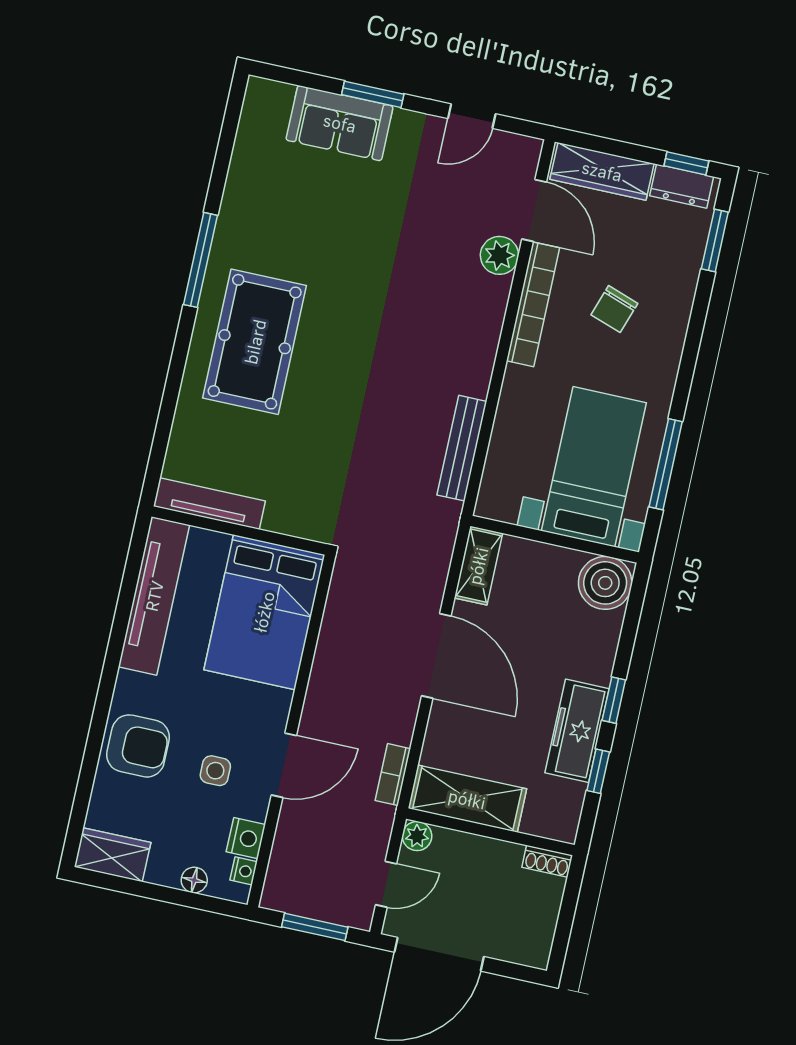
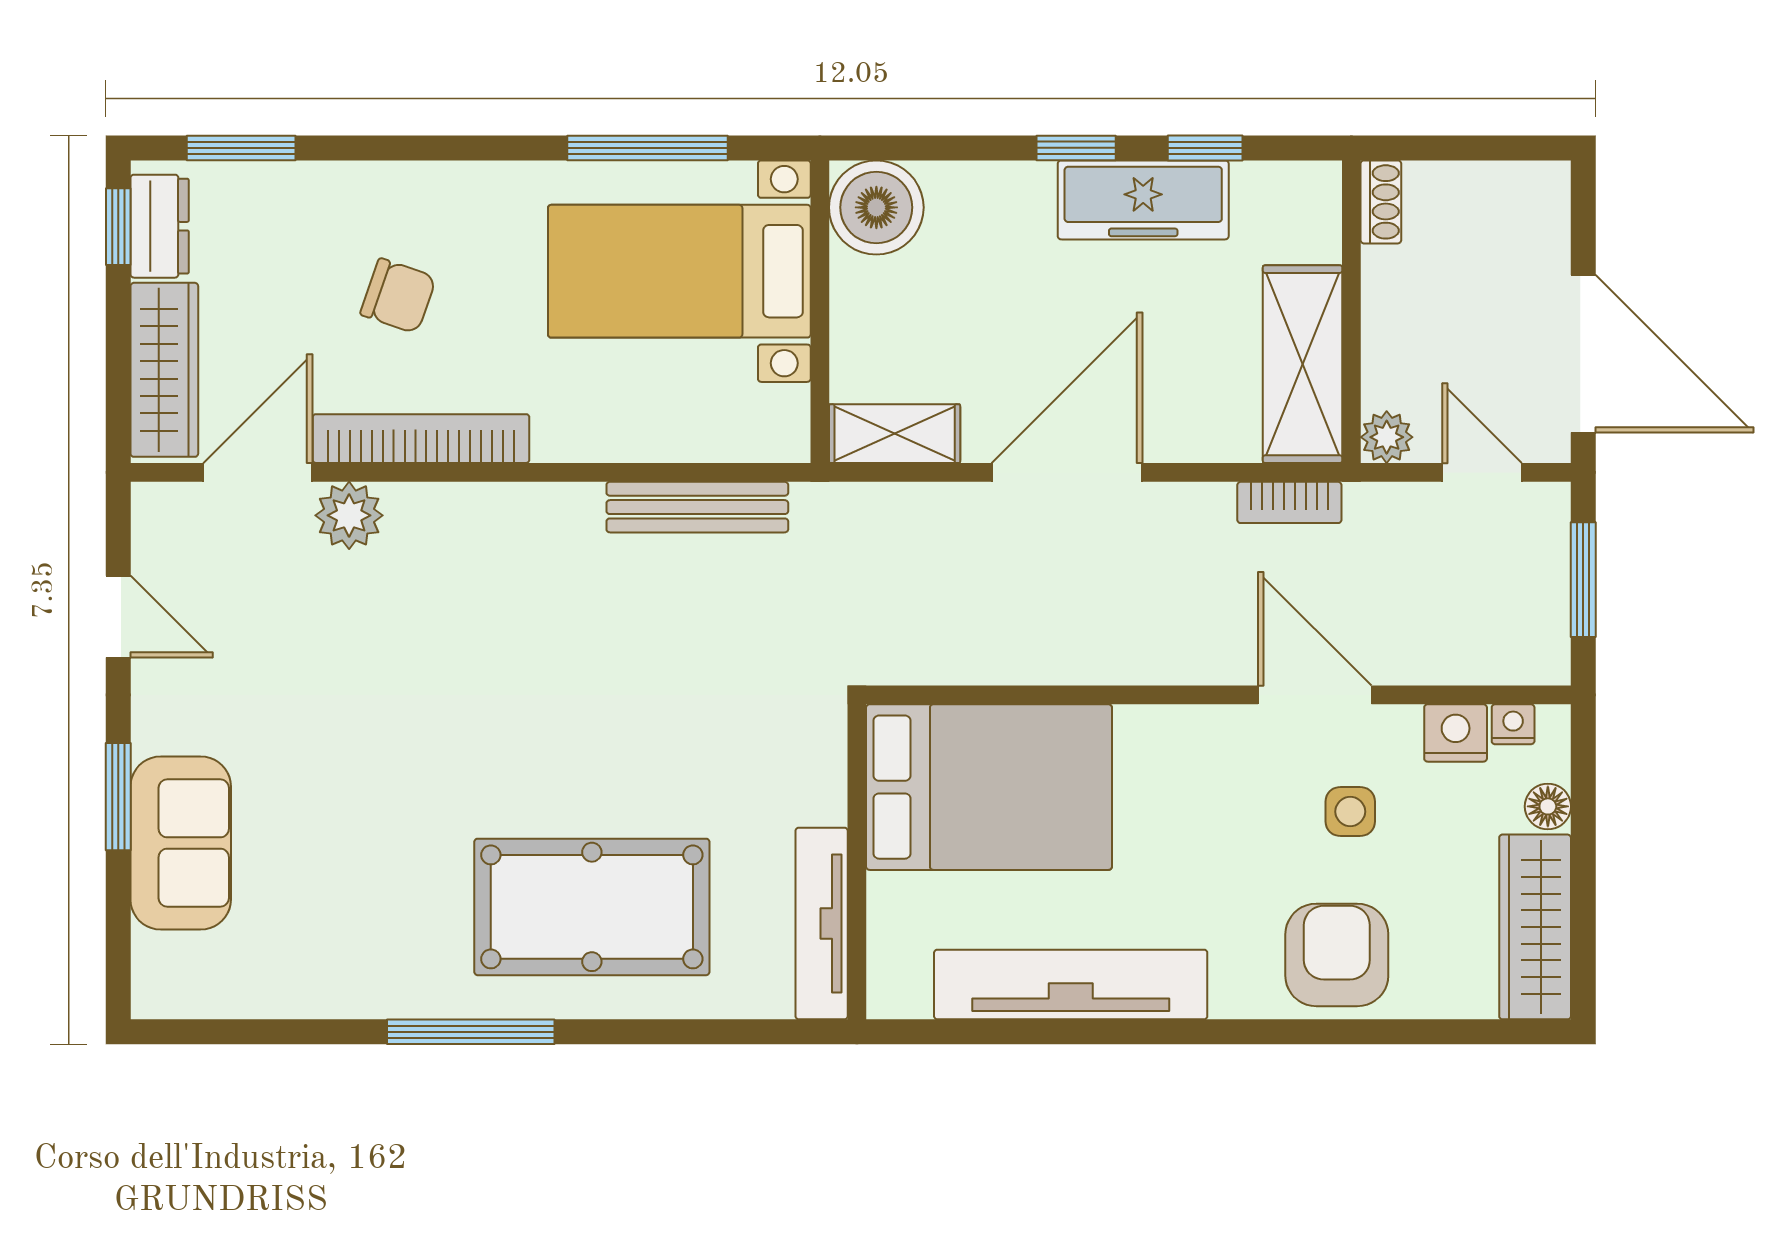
tv unit: (209, 504) -> (822, 923), moved
wall: (239, 530) -> (857, 862), moved
bed: (264, 612) -> (989, 787), moved
wardrobe: (112, 855) -> (1535, 927), width x1.50

